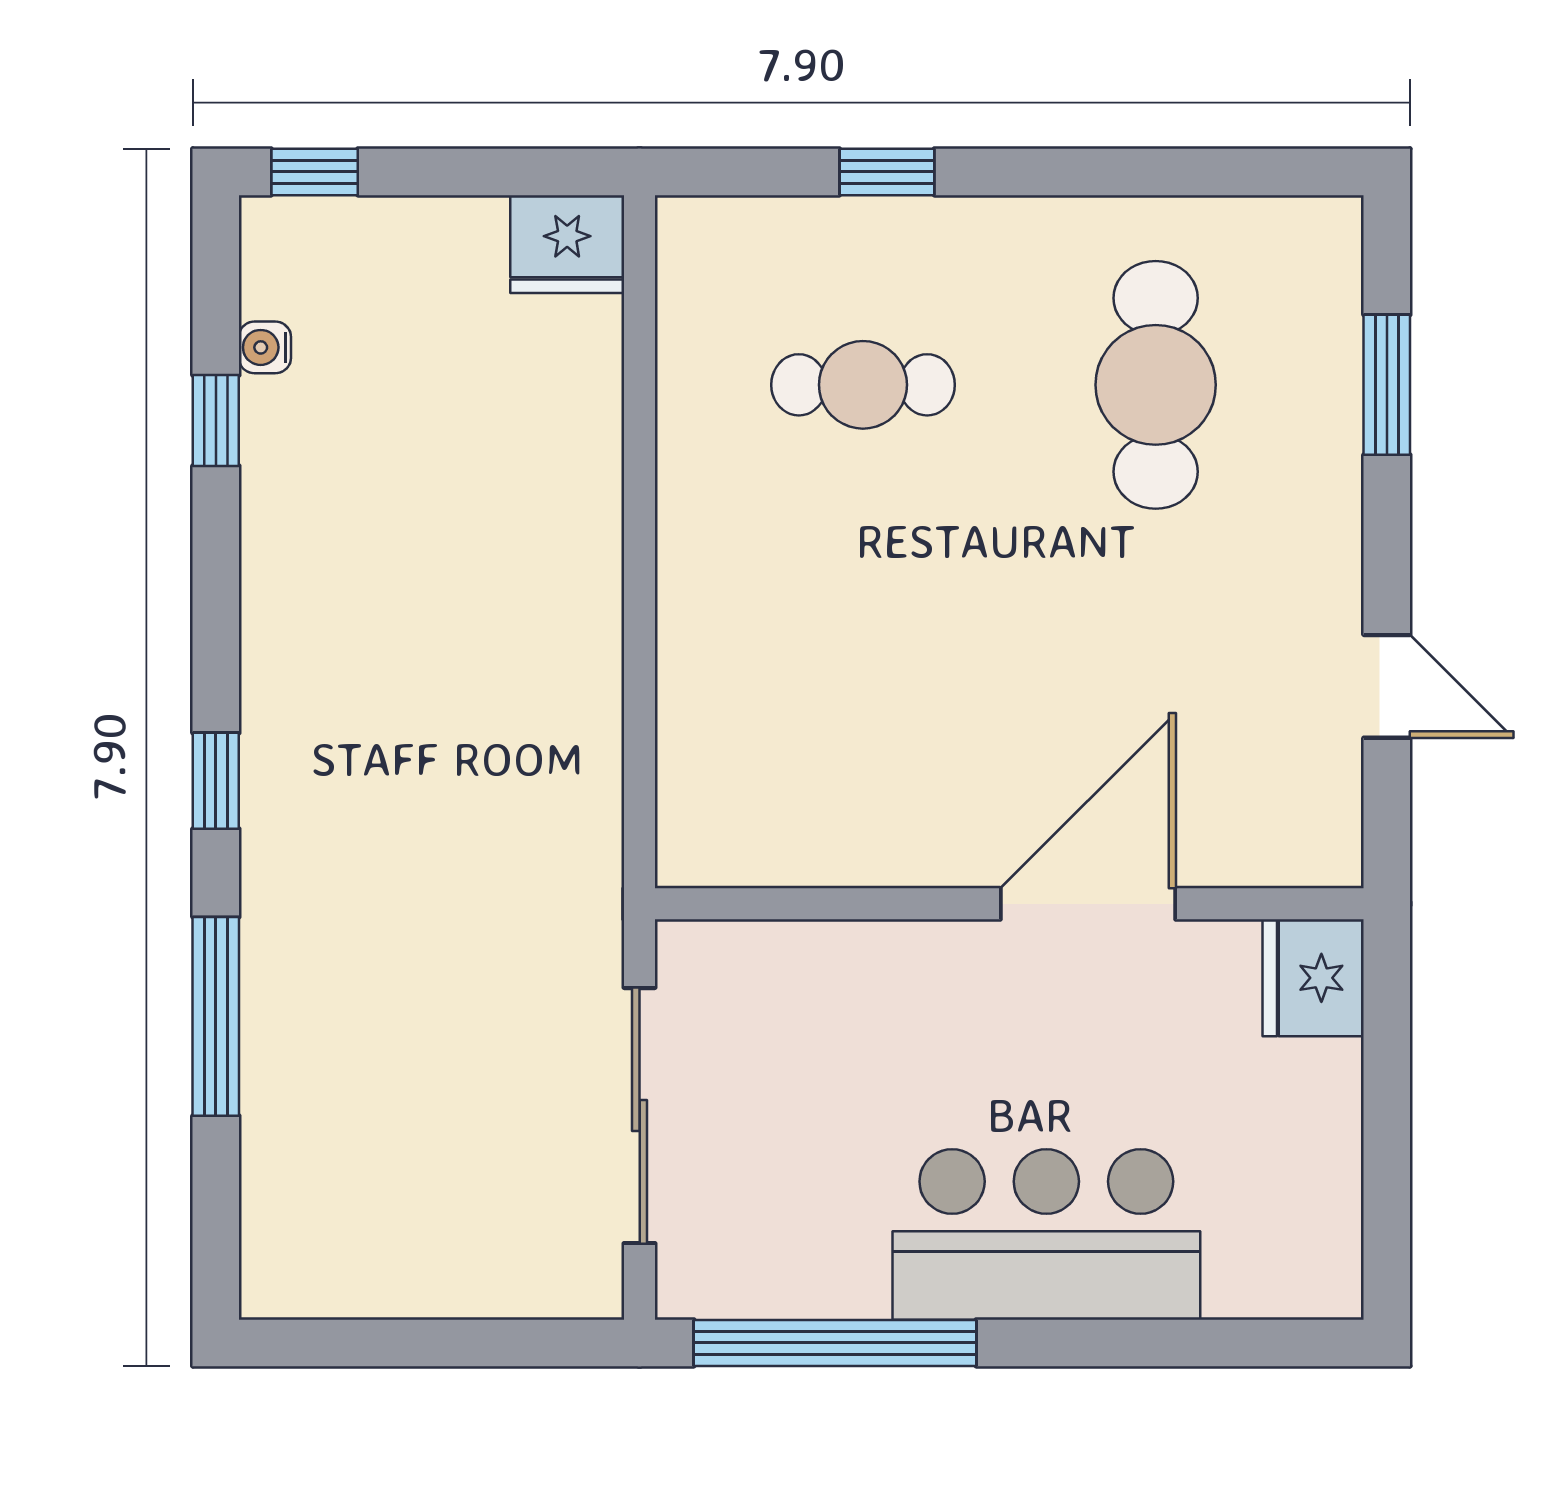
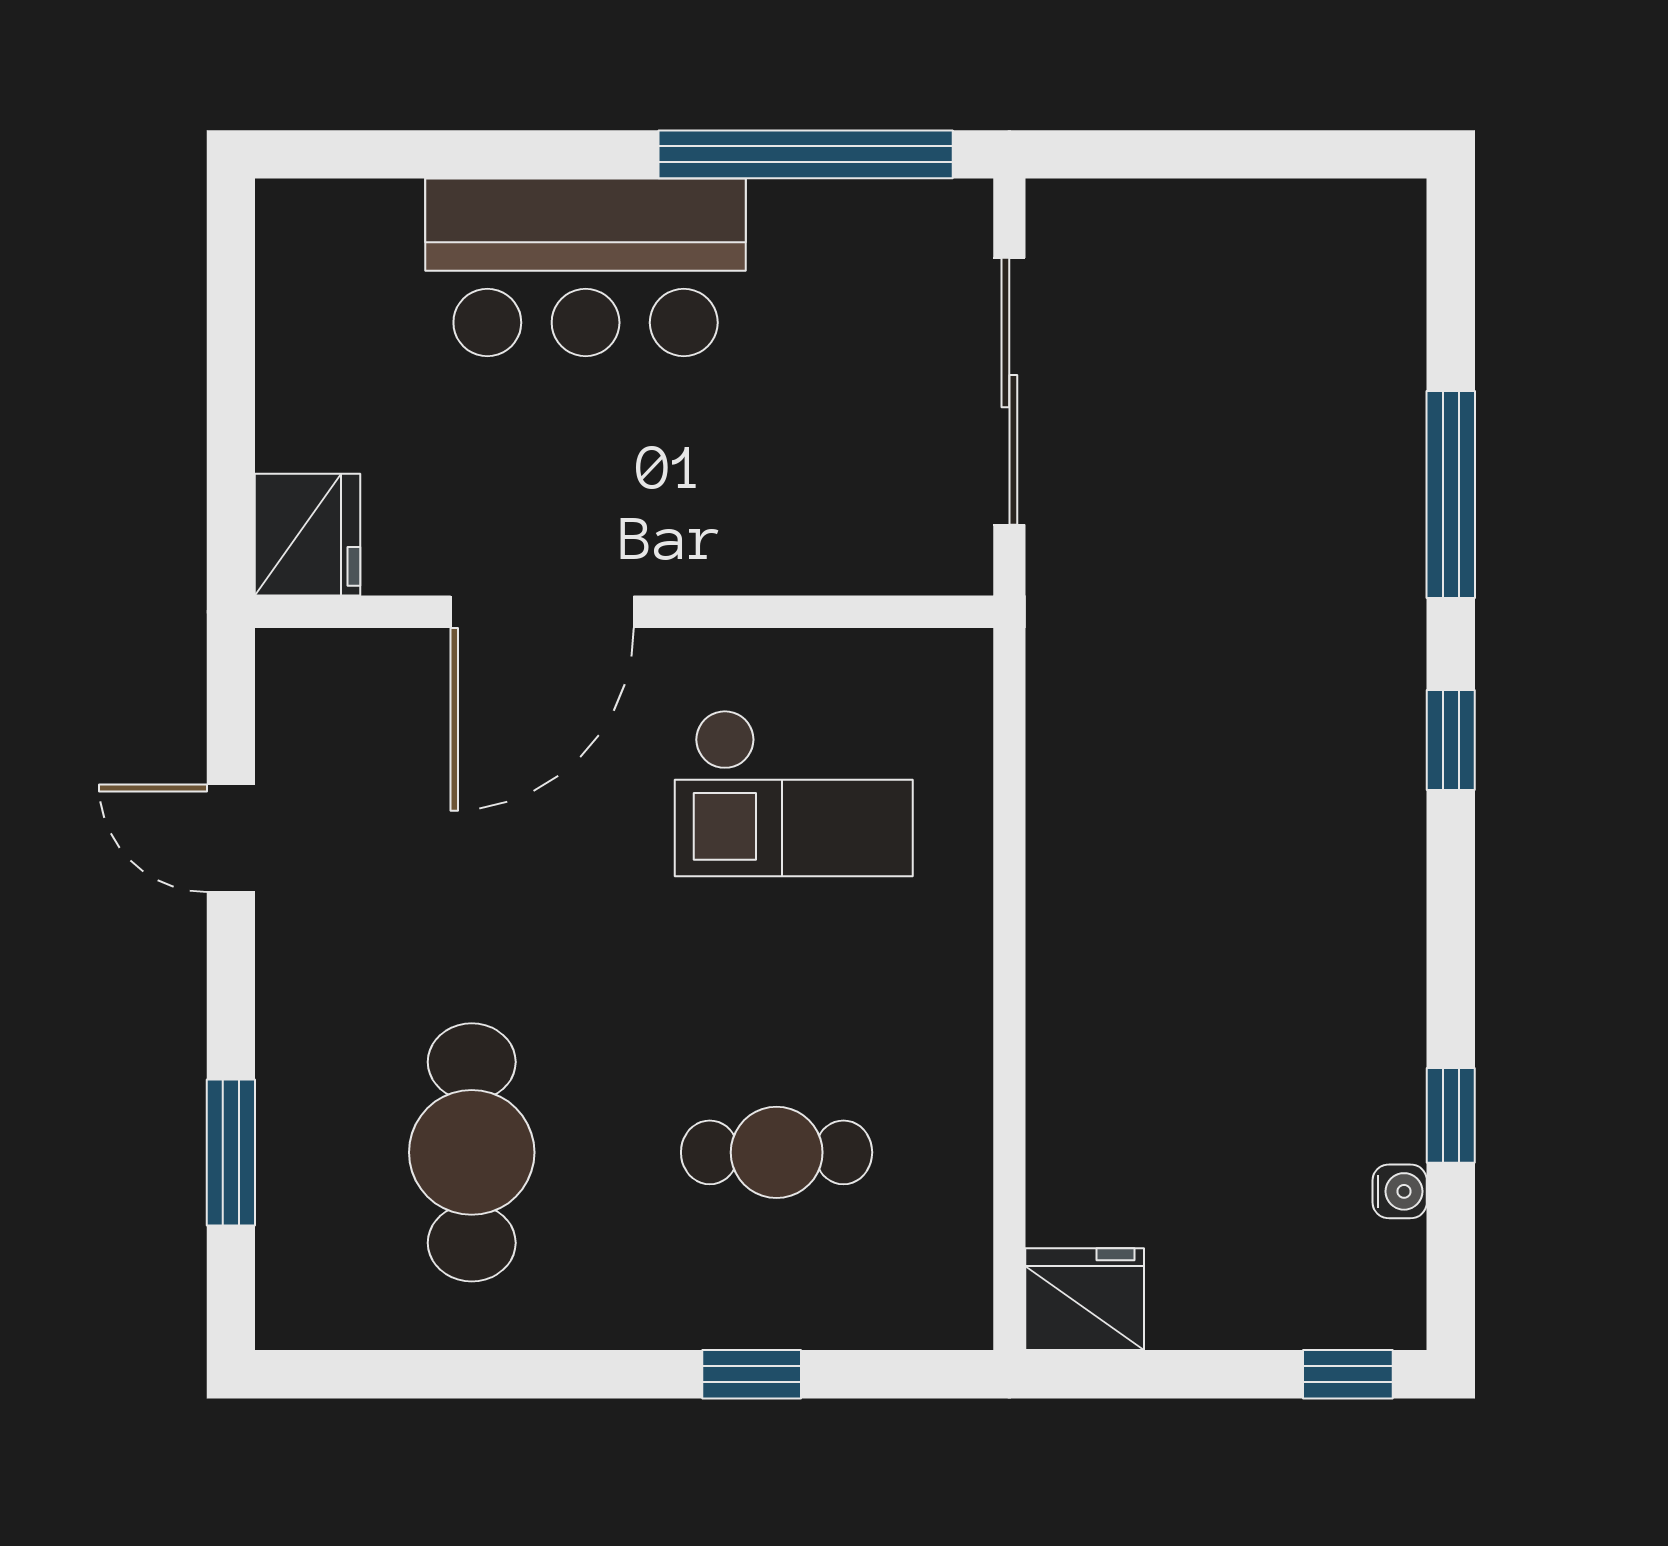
checkout: (846, 730) -> (794, 793), added

